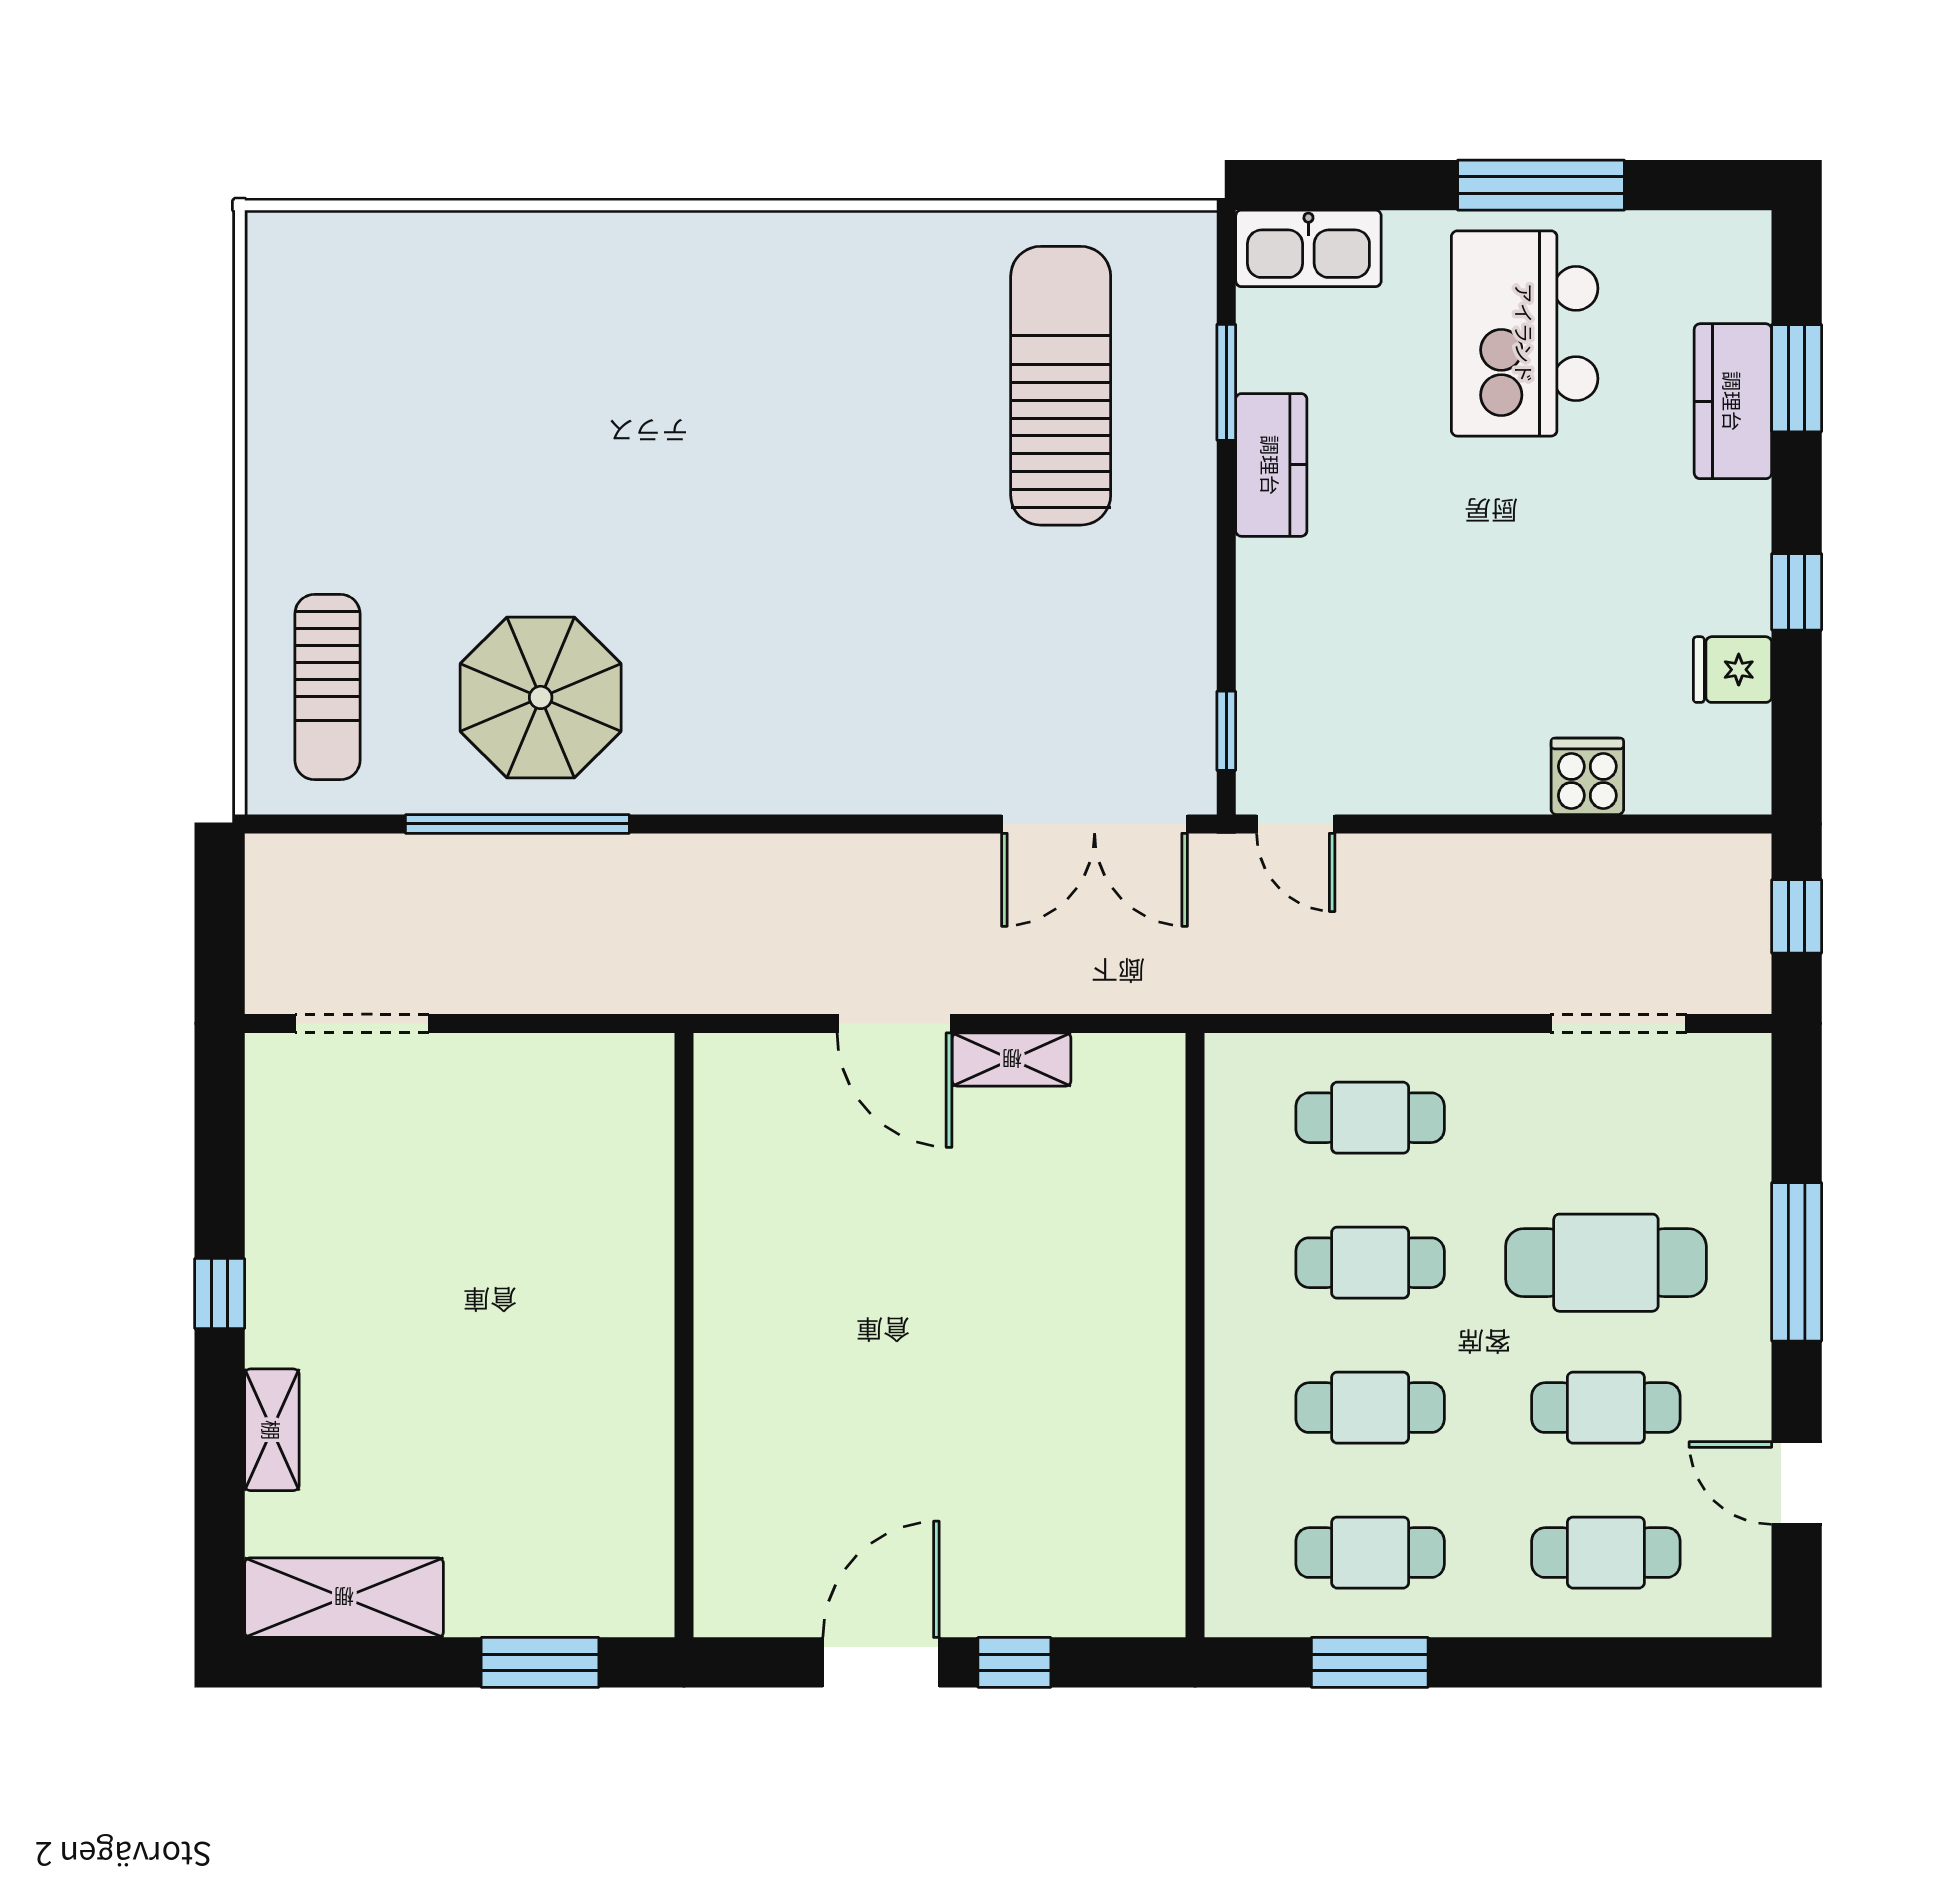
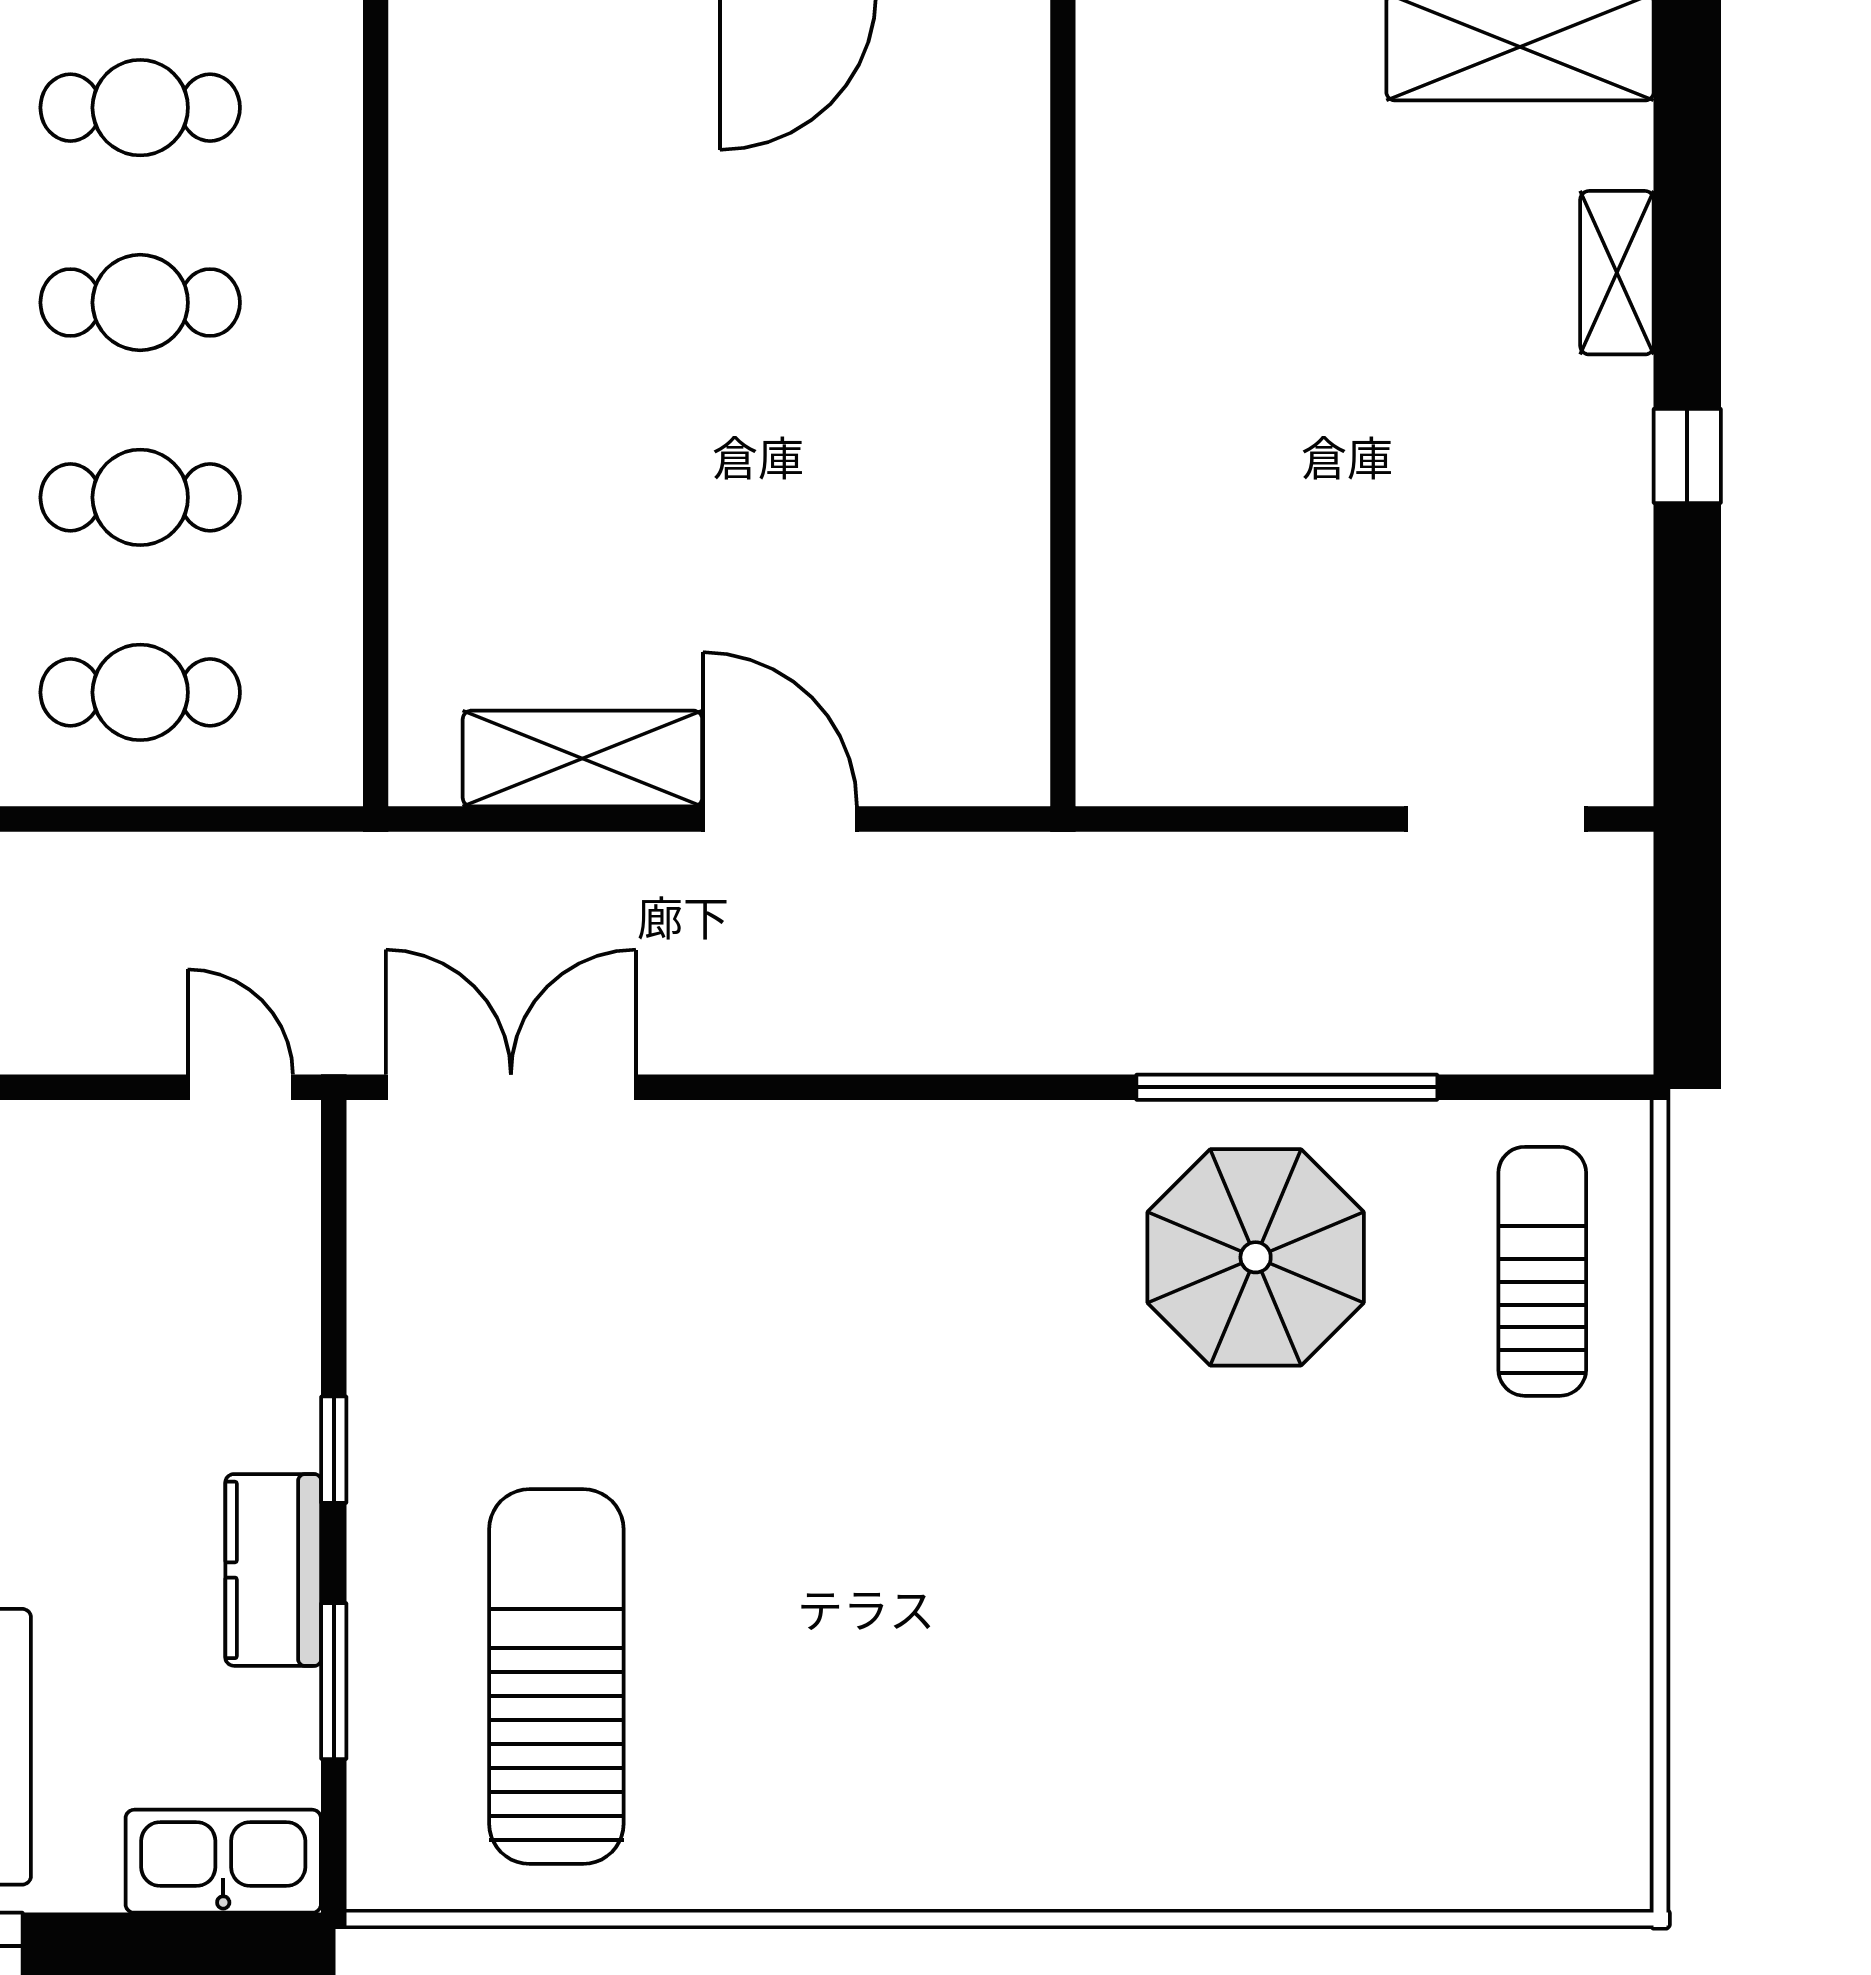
sun lounger: (1061, 386) -> (556, 1677), turned 180
window: (1226, 731) -> (334, 1450), moved
shelving: (1012, 1060) -> (582, 759), width x1.50, depth x1.33

